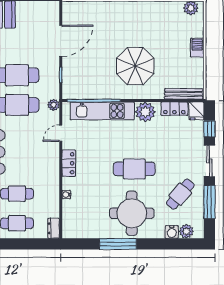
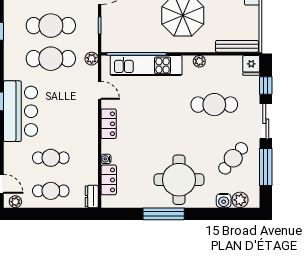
locker: (174, 109) -> (109, 180), moved, turned -90
plant: (145, 112) -> (199, 61), width x0.53, depth x0.53
door: (61, 133) -> (100, 90), swing flipped
cafe table: (134, 169) -> (214, 105), moved

